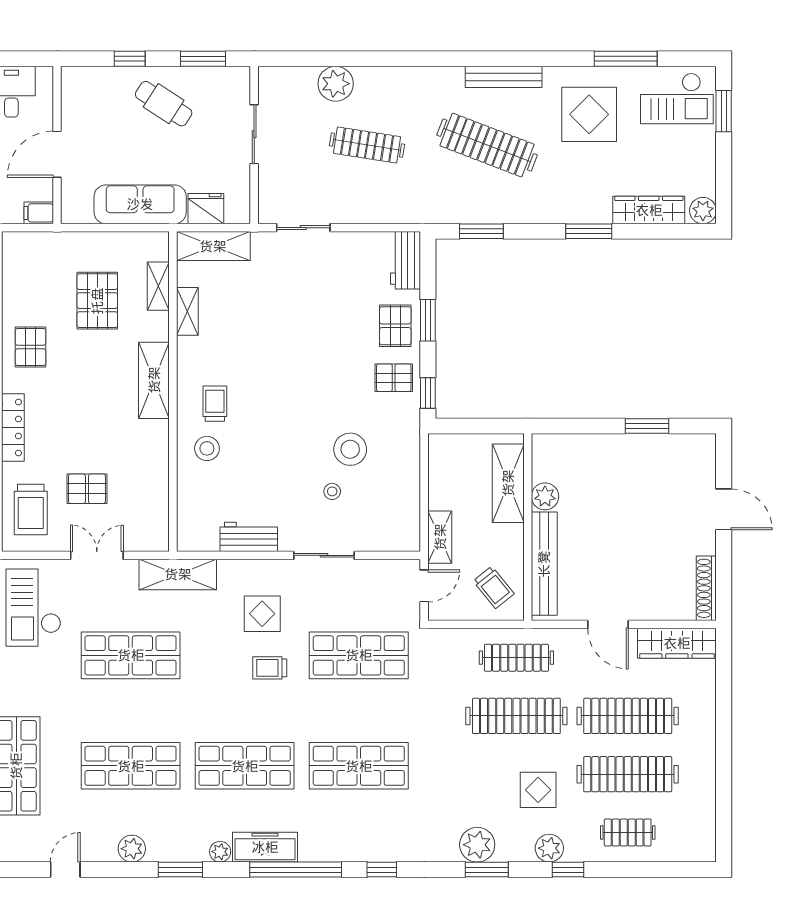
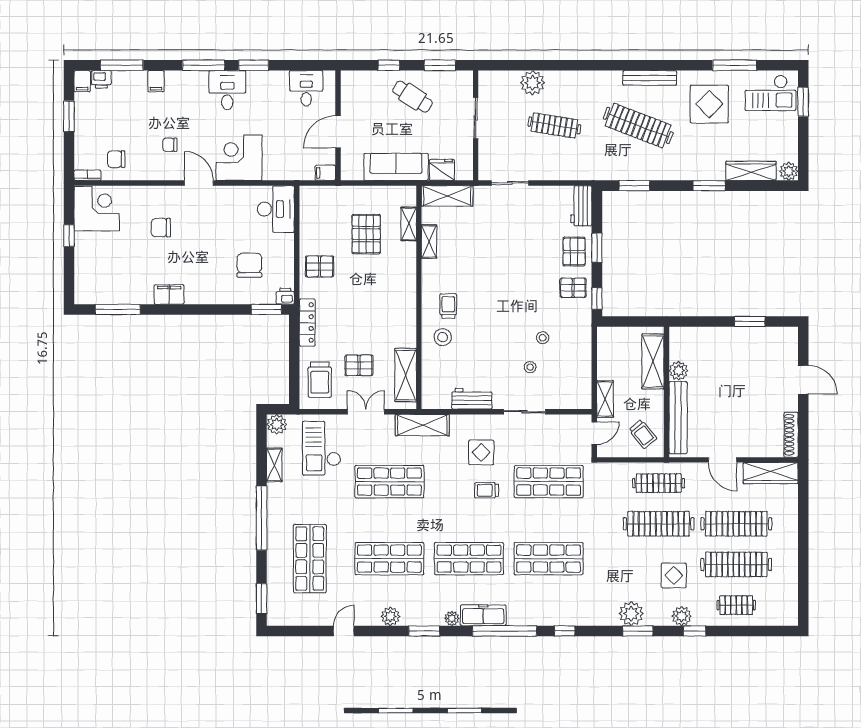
pallet: (30, 347) -> (320, 266), turned 90
shelving: (154, 380) -> (406, 375), moved
stool: (350, 449) -> (543, 338), width x0.53, depth x0.53

